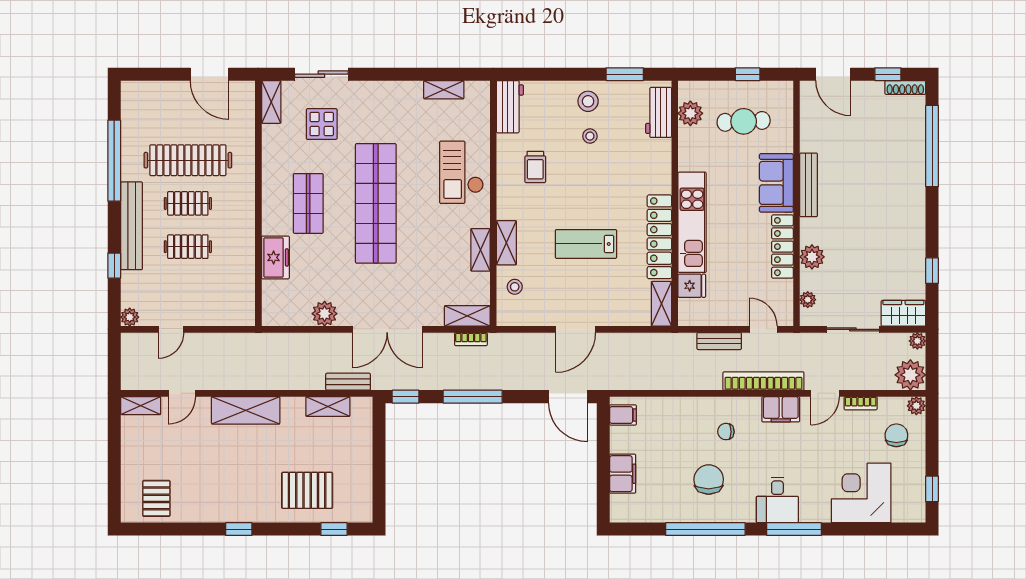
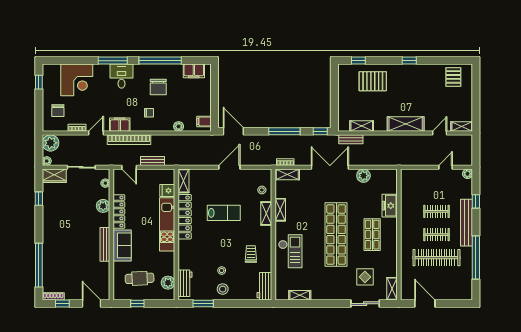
plant: (916, 406) -> (179, 126), moved
filing cabinet: (623, 474) -> (194, 71), moved, turned -90

